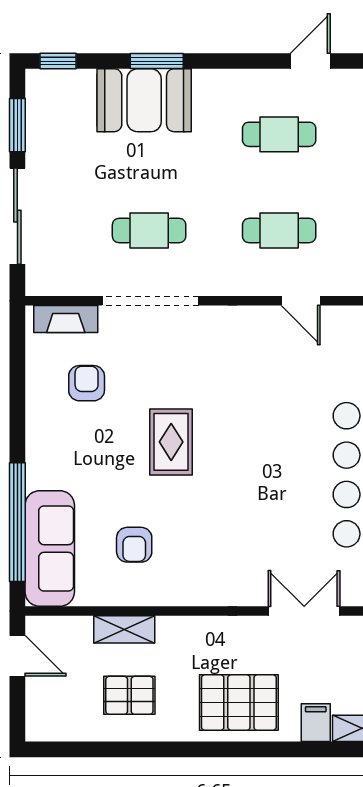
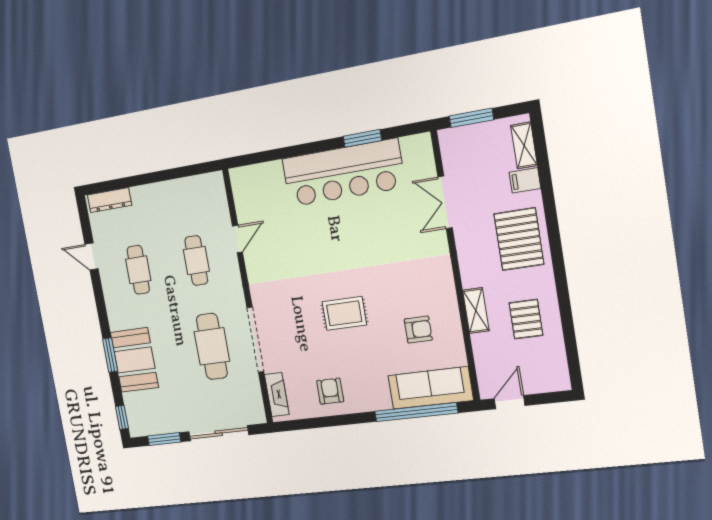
cafe table: (149, 230) -> (212, 346), width x1.37, depth x1.35
armchair: (87, 383) -> (330, 391), moved, turned 90
shelving: (124, 629) -> (476, 310), moved

